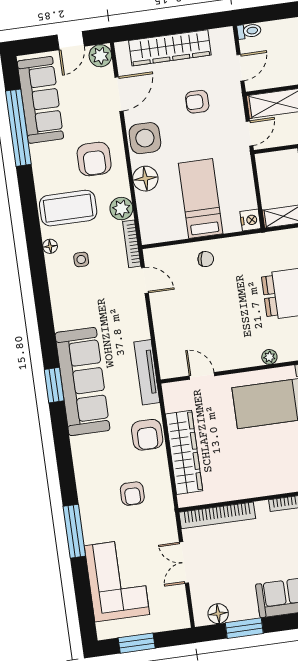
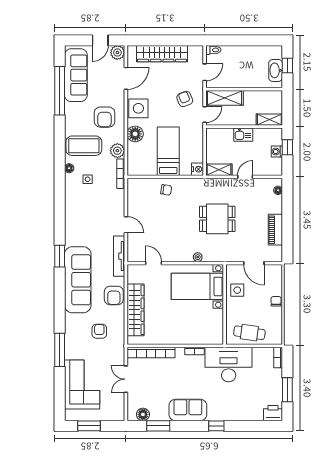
armchair: (197, 102) -> (185, 99), moved, turned 69
door: (145, 280) -> (126, 225), moved
sofa: (82, 382) -> (78, 280), moved
armchair: (132, 494) -> (99, 331), turned 180

